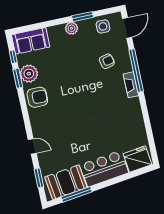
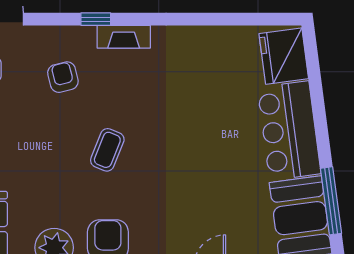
window: (136, 71) -> (96, 19), width x0.32
coffee table: (78, 88) -> (107, 150), added

